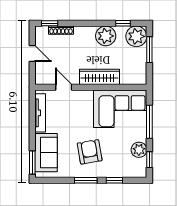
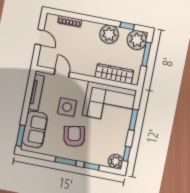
window: (50, 23) -> (60, 13), removed
wardrobe: (99, 77) -> (114, 74), moved
side table: (76, 122) -> (67, 107), added
window: (149, 122) -> (133, 120), width x0.69
plant: (139, 150) -> (115, 161), moved

